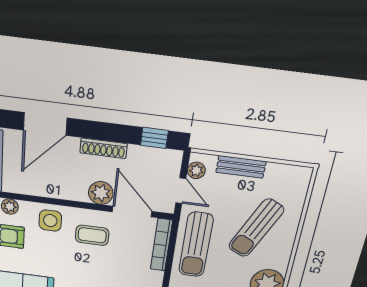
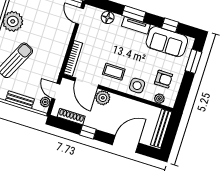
window: (154, 138) -> (88, 132), moved
shoe rack: (104, 148) -> (71, 117), moved
sun lounger: (196, 245) -> (52, 55), removed

